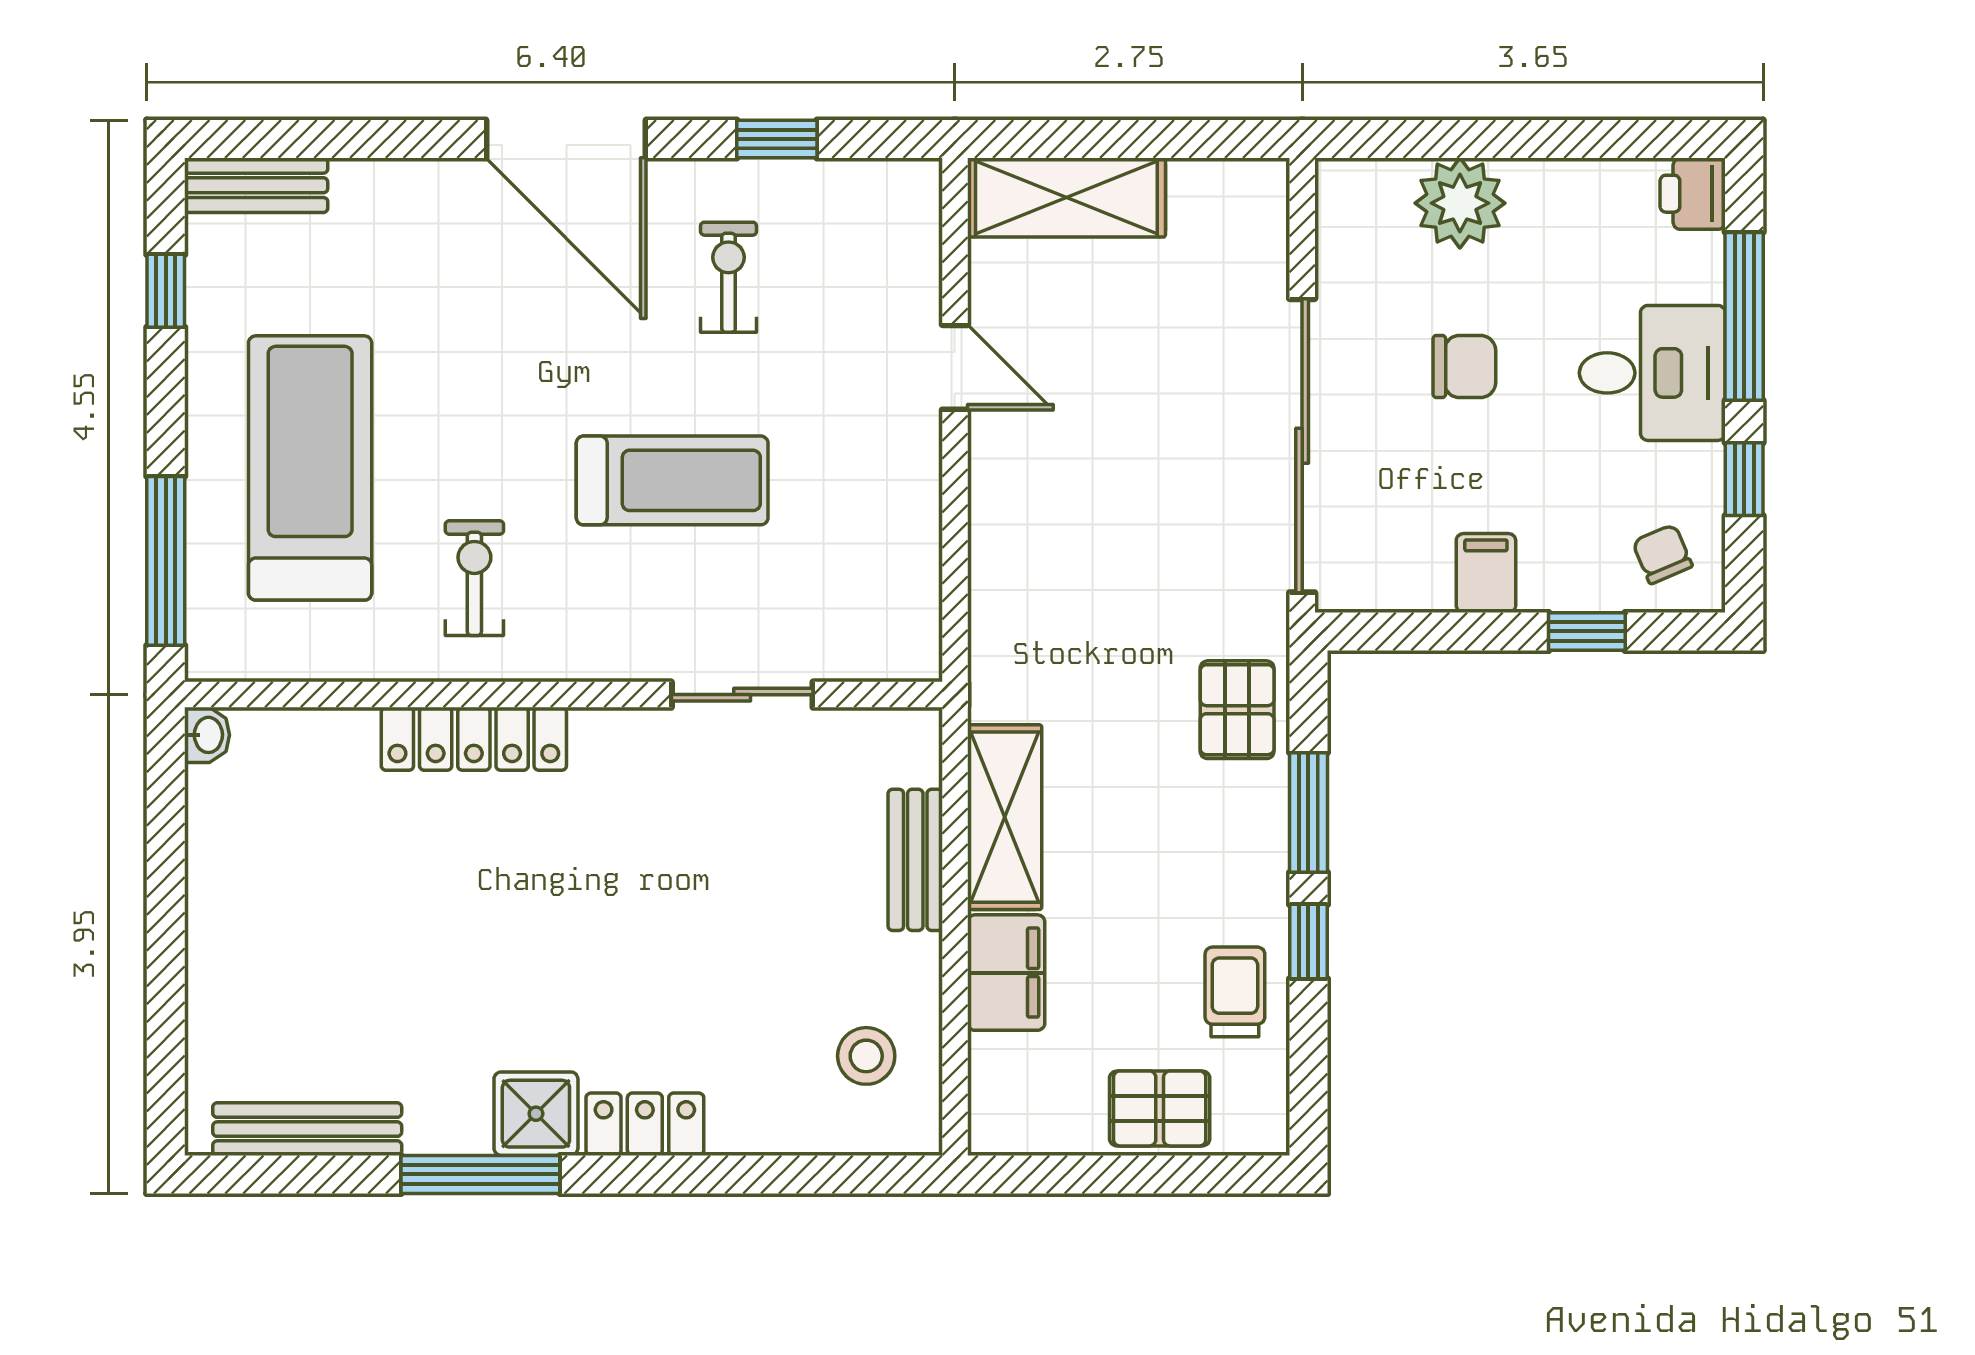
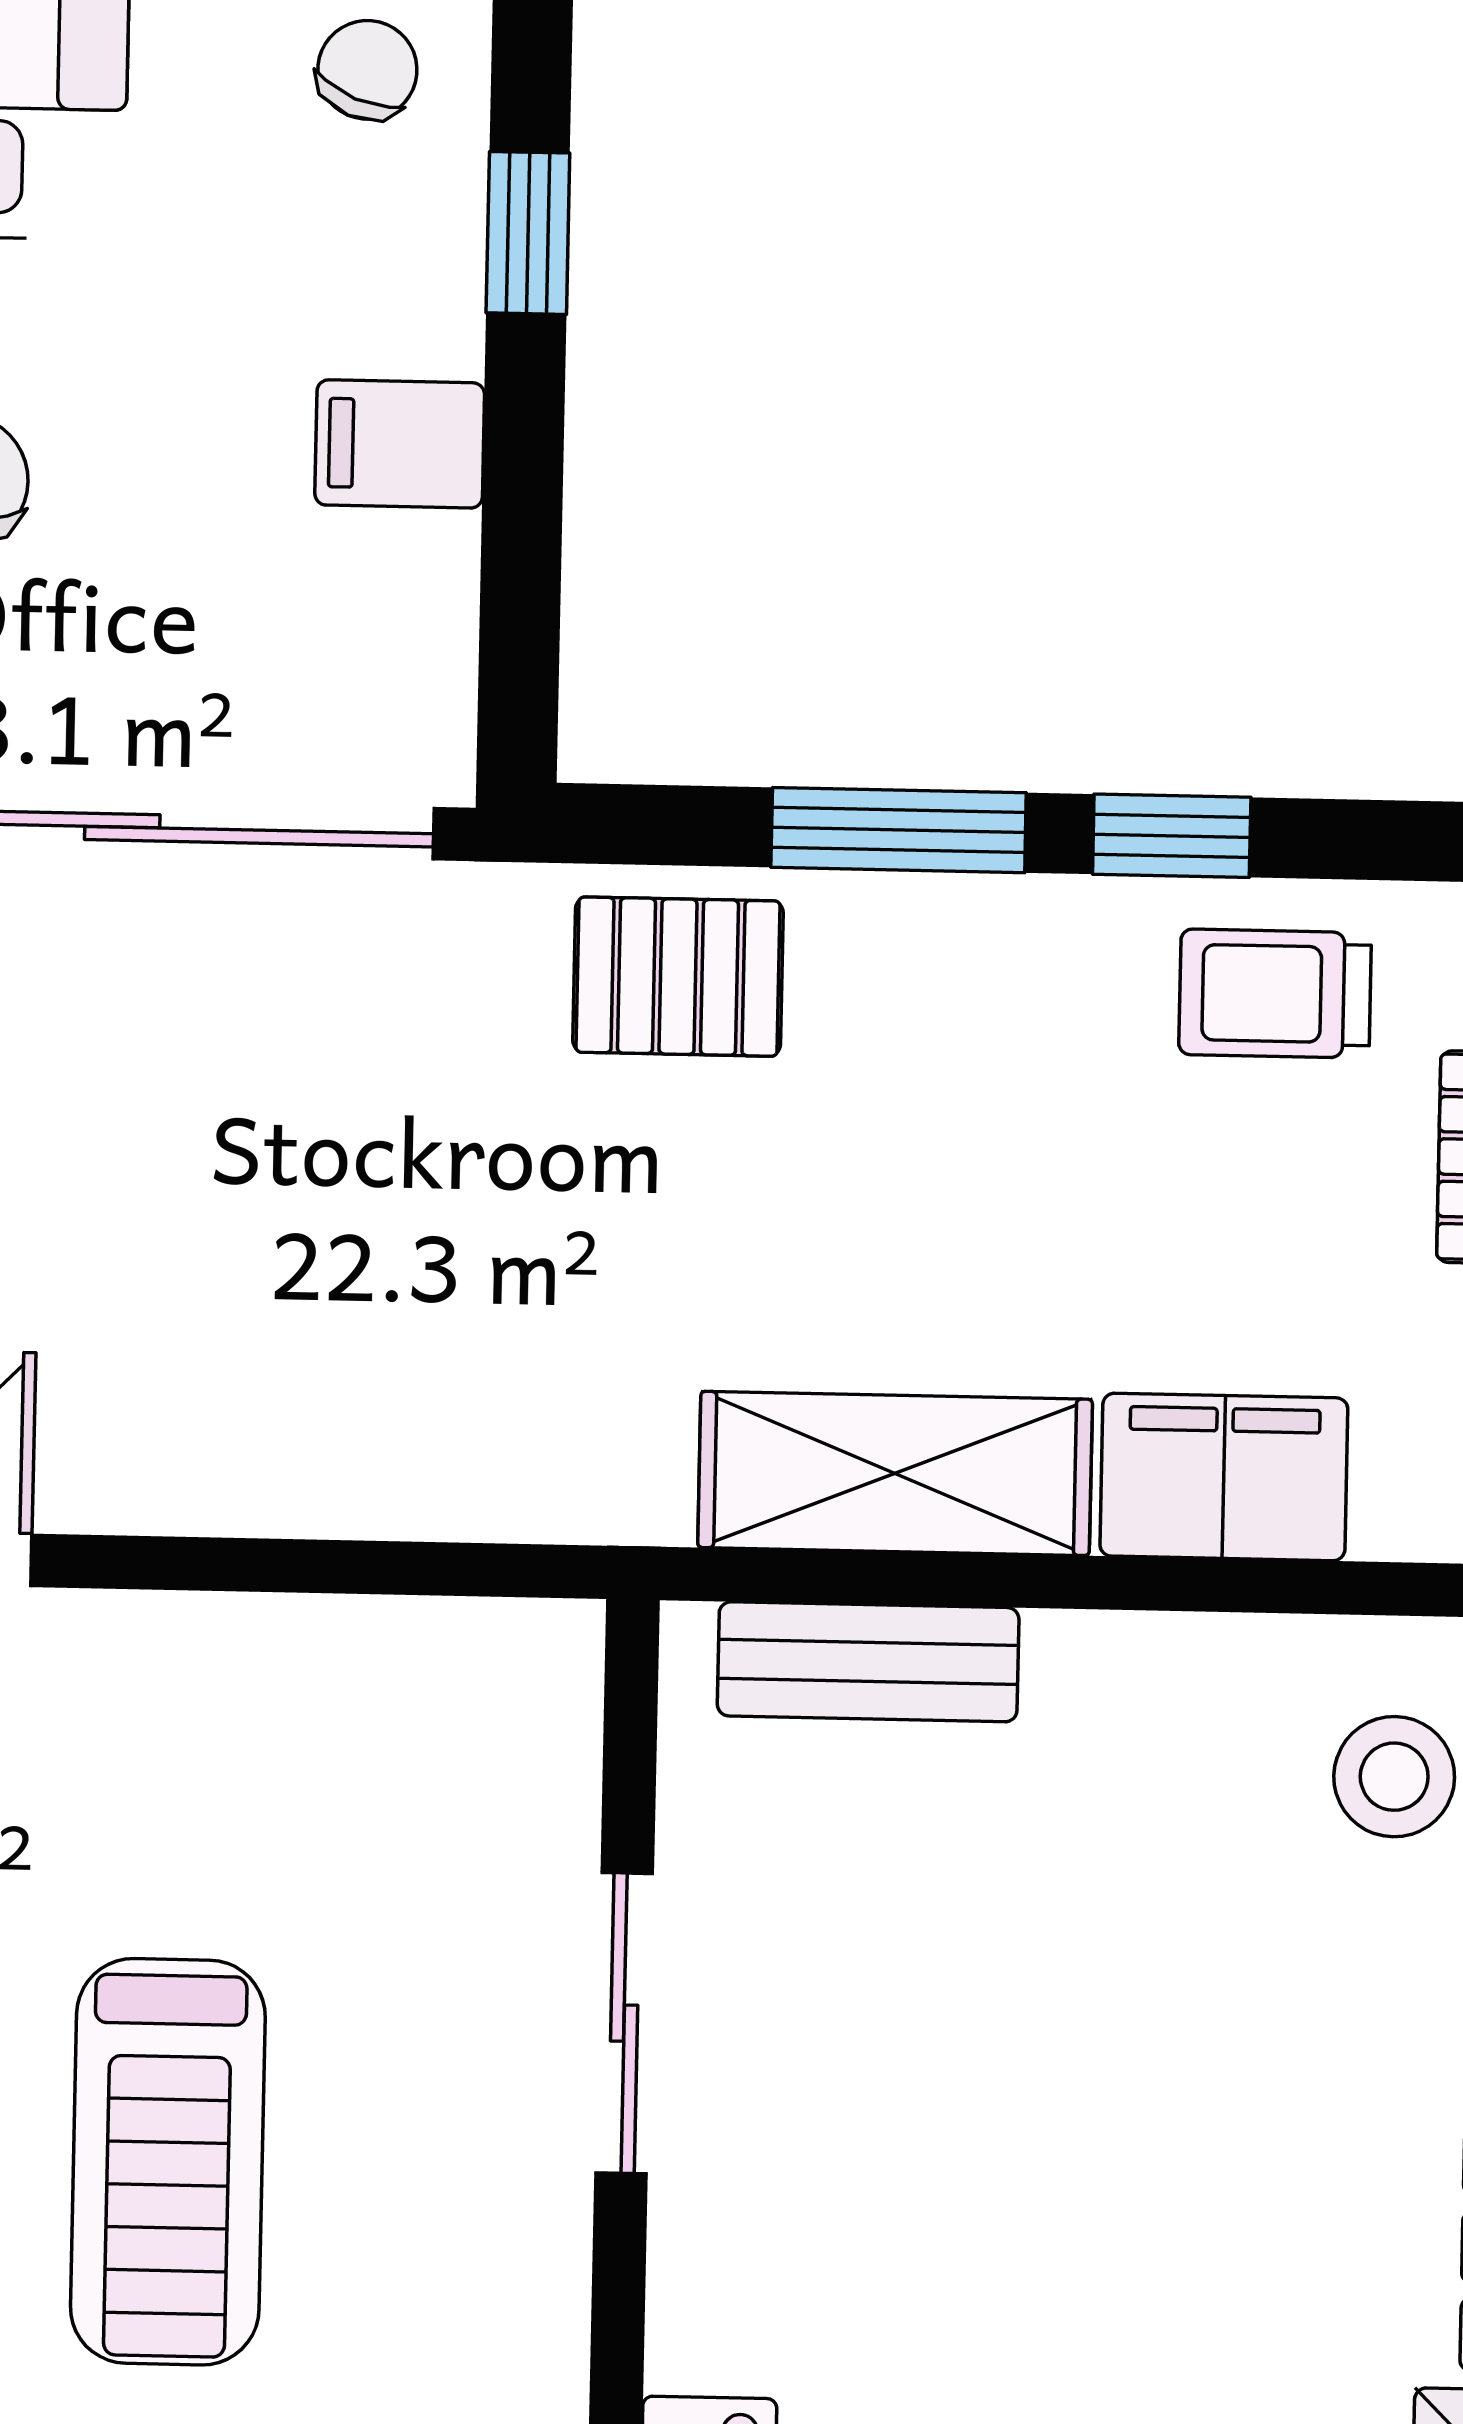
treadmill: (672, 480) -> (168, 2162), turned 180
chair: (1662, 554) -> (367, 70), turned 135
bench: (915, 860) -> (868, 1662), moved

